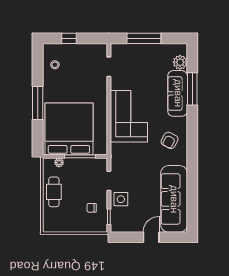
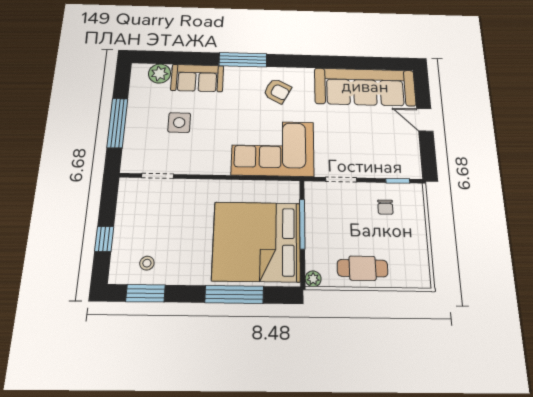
window: (38, 65) -> (146, 293), added
window: (192, 89) -> (243, 60), moved
sofa: (178, 93) -> (197, 78), width x0.73
window: (38, 103) -> (234, 294), moved
corner sofa: (129, 116) -> (273, 148), moved
plant: (59, 162) -> (313, 279), moved
side table: (121, 199) -> (179, 123), moved

